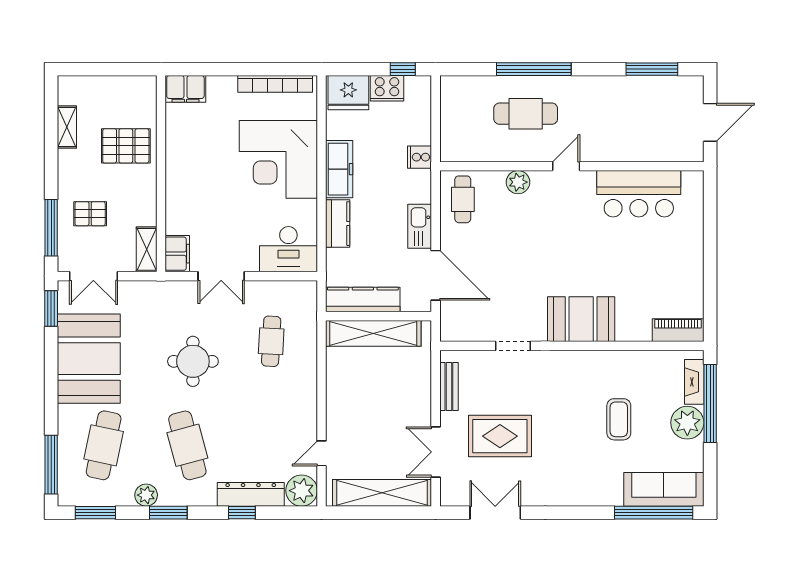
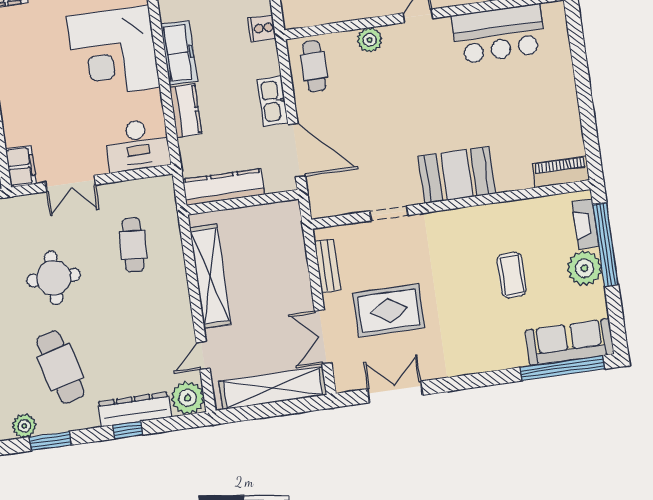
shelving: (373, 333) -> (210, 276), moved, turned 90

